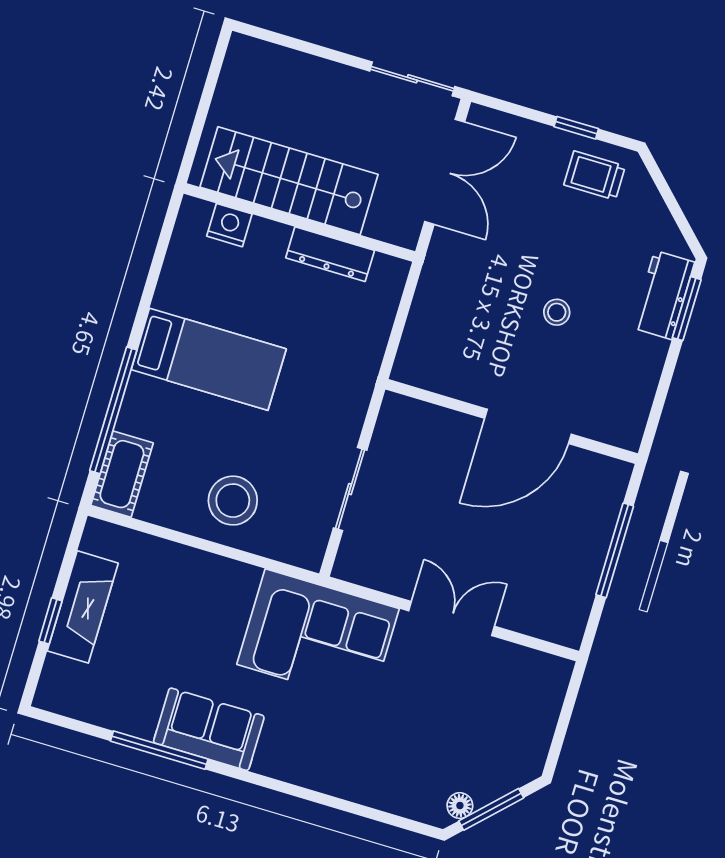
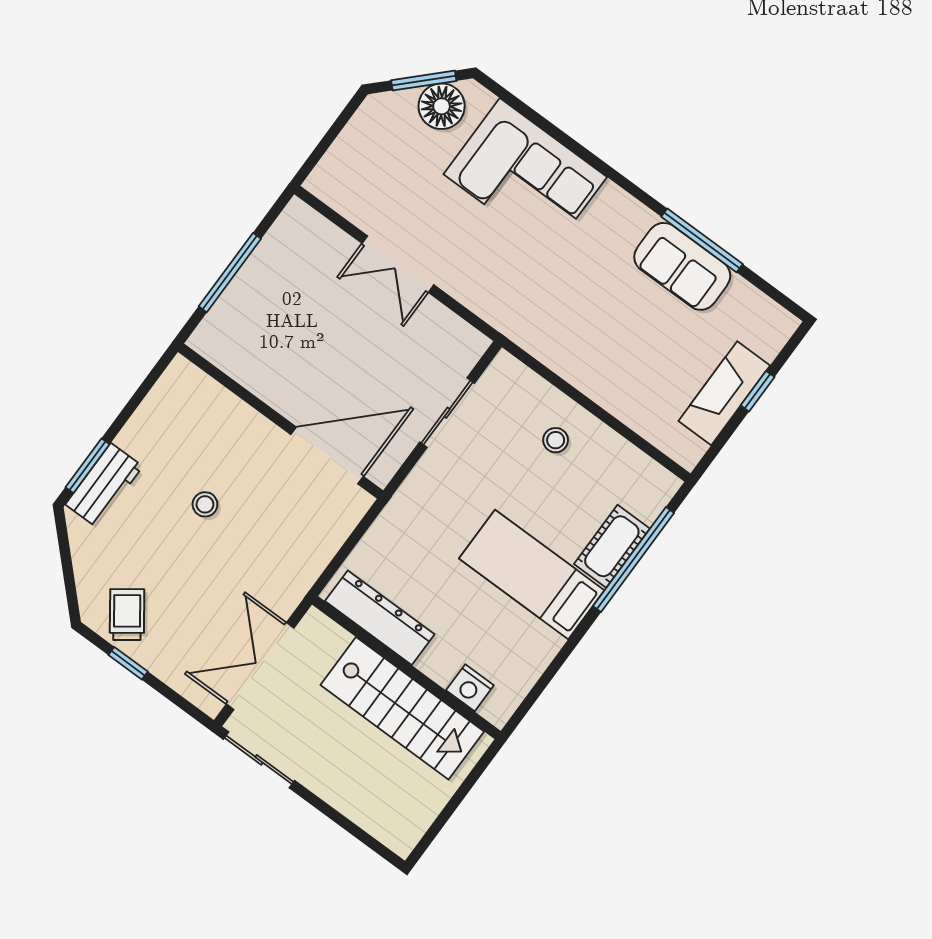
trolley: (595, 175) -> (127, 615), turned -126
dresser: (330, 254) -> (380, 618), width x1.37, depth x1.24
door: (528, 426) -> (327, 455), moved
cot: (122, 474) -> (612, 546), moved
stool: (233, 501) -> (556, 440), width x0.53, depth x0.53
corner sofa: (318, 637) -> (525, 176), moved, turned 180
sofa: (209, 729) -> (682, 266), moved
floor lamp: (460, 806) -> (442, 106), width x1.89, depth x1.89

